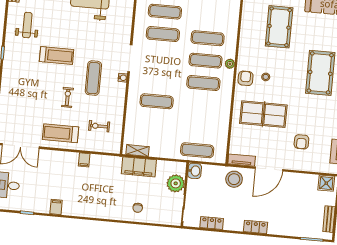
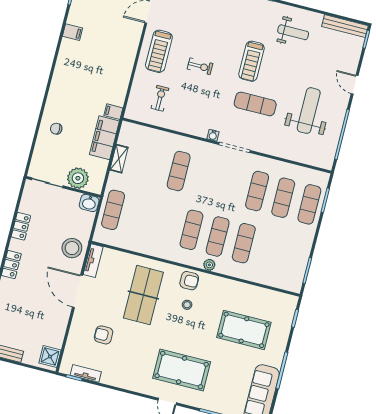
exercise mat: (93, 78) -> (255, 104), moved
treadmill: (61, 133) -> (159, 51), turned 180
shelving: (137, 151) -> (119, 159), moved
filing cabinet: (84, 160) -> (113, 112), moved
locker: (212, 223) -> (21, 226), moved

